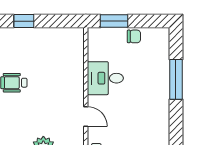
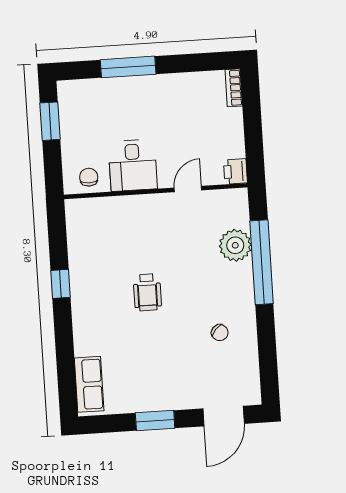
window: (114, 21) -> (50, 121), moved
chair: (134, 36) -> (89, 177), moved

